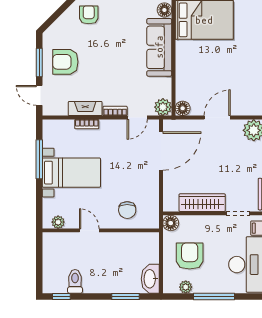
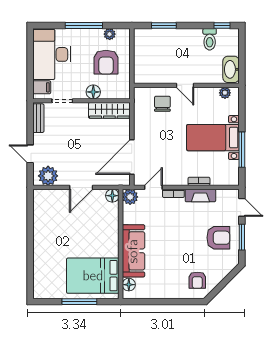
wardrobe: (202, 203) -> (109, 110), moved
floor lamp: (171, 223) -> (93, 92), moved
door: (89, 230) -> (185, 85), moved
washbasin: (150, 279) -> (231, 69), moved, turned 180

